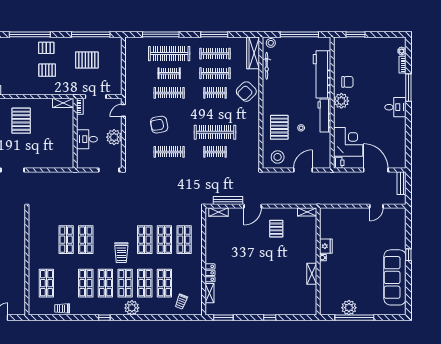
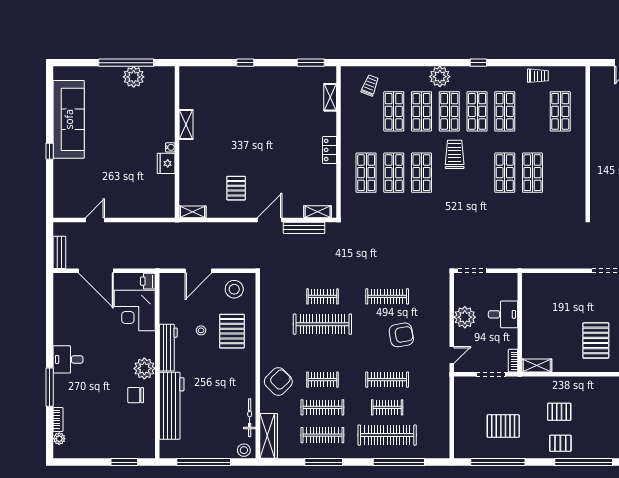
locker: (210, 273) -> (330, 150), moved

